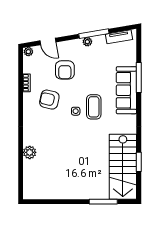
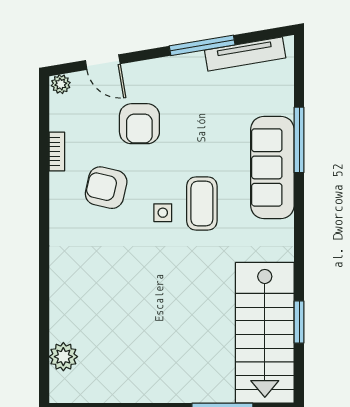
tv unit: (119, 37) -> (245, 54), width x1.41
plant: (87, 42) -> (188, 63), removed
plant: (30, 152) -> (63, 357), moved

